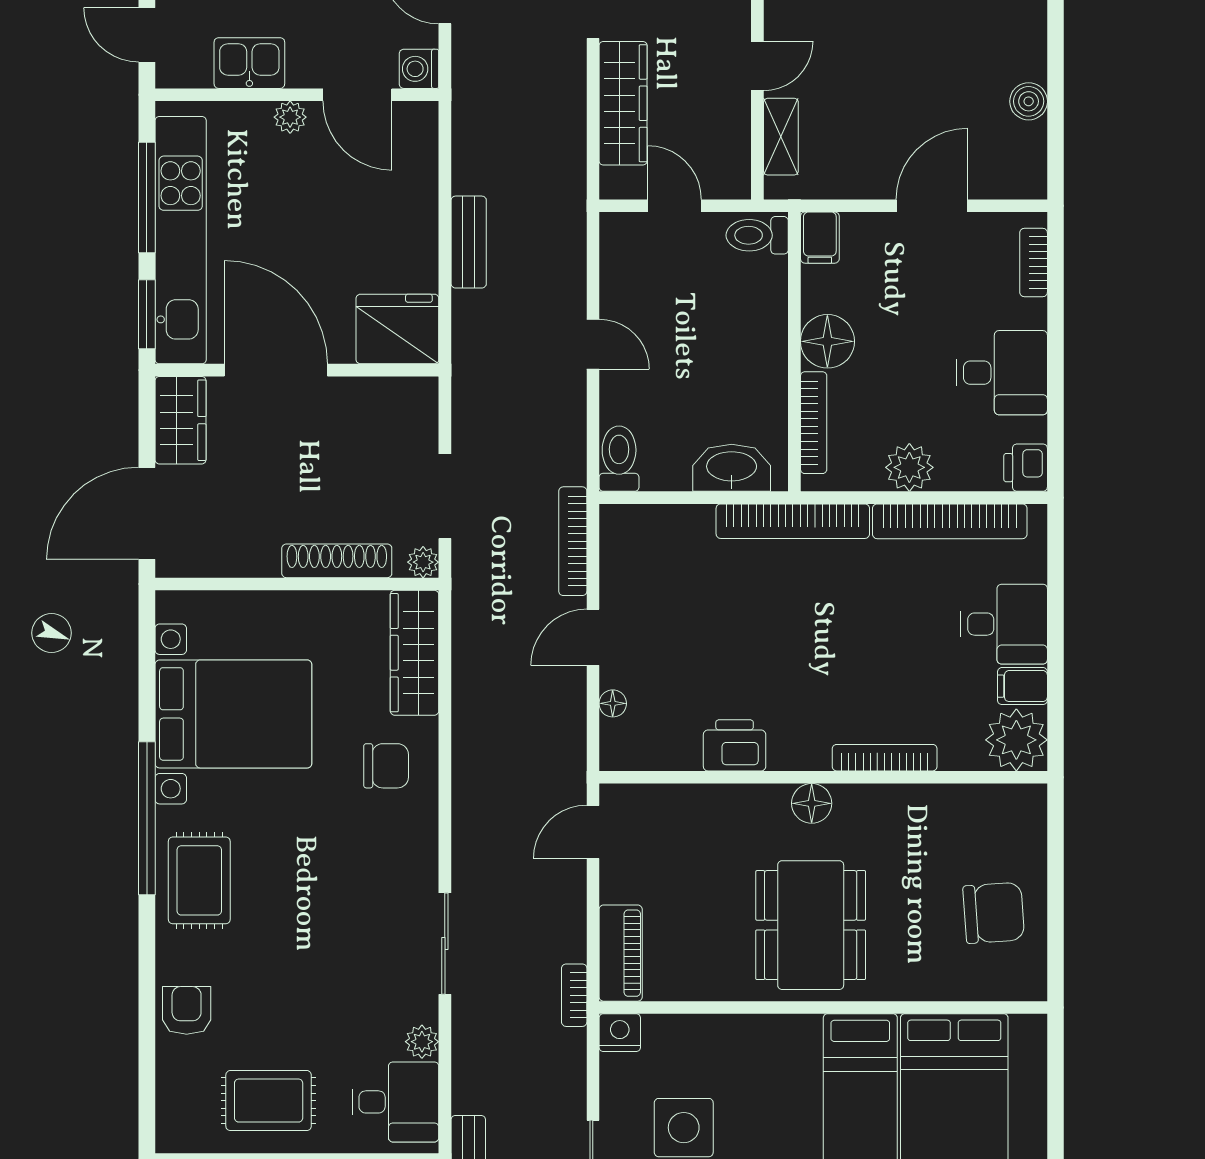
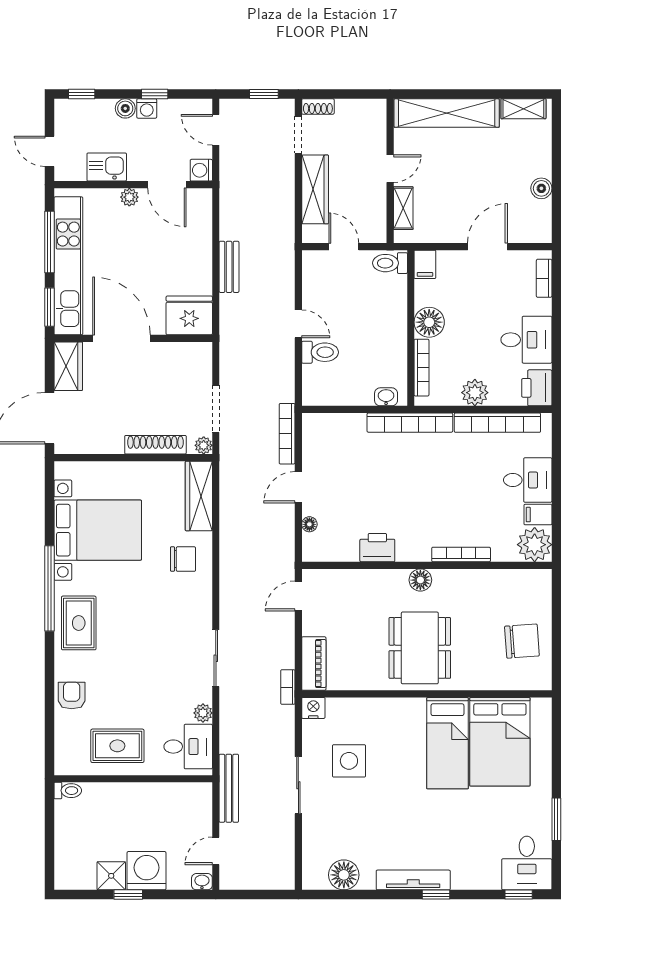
toilet: (619, 459) -> (320, 352), moved, turned 90
washbasin: (732, 468) -> (386, 397), width x0.52, depth x0.69
printer: (1026, 468) -> (537, 388), width x1.36, depth x1.24

